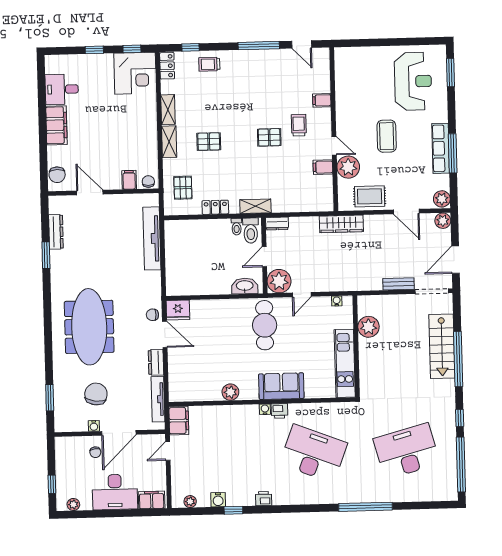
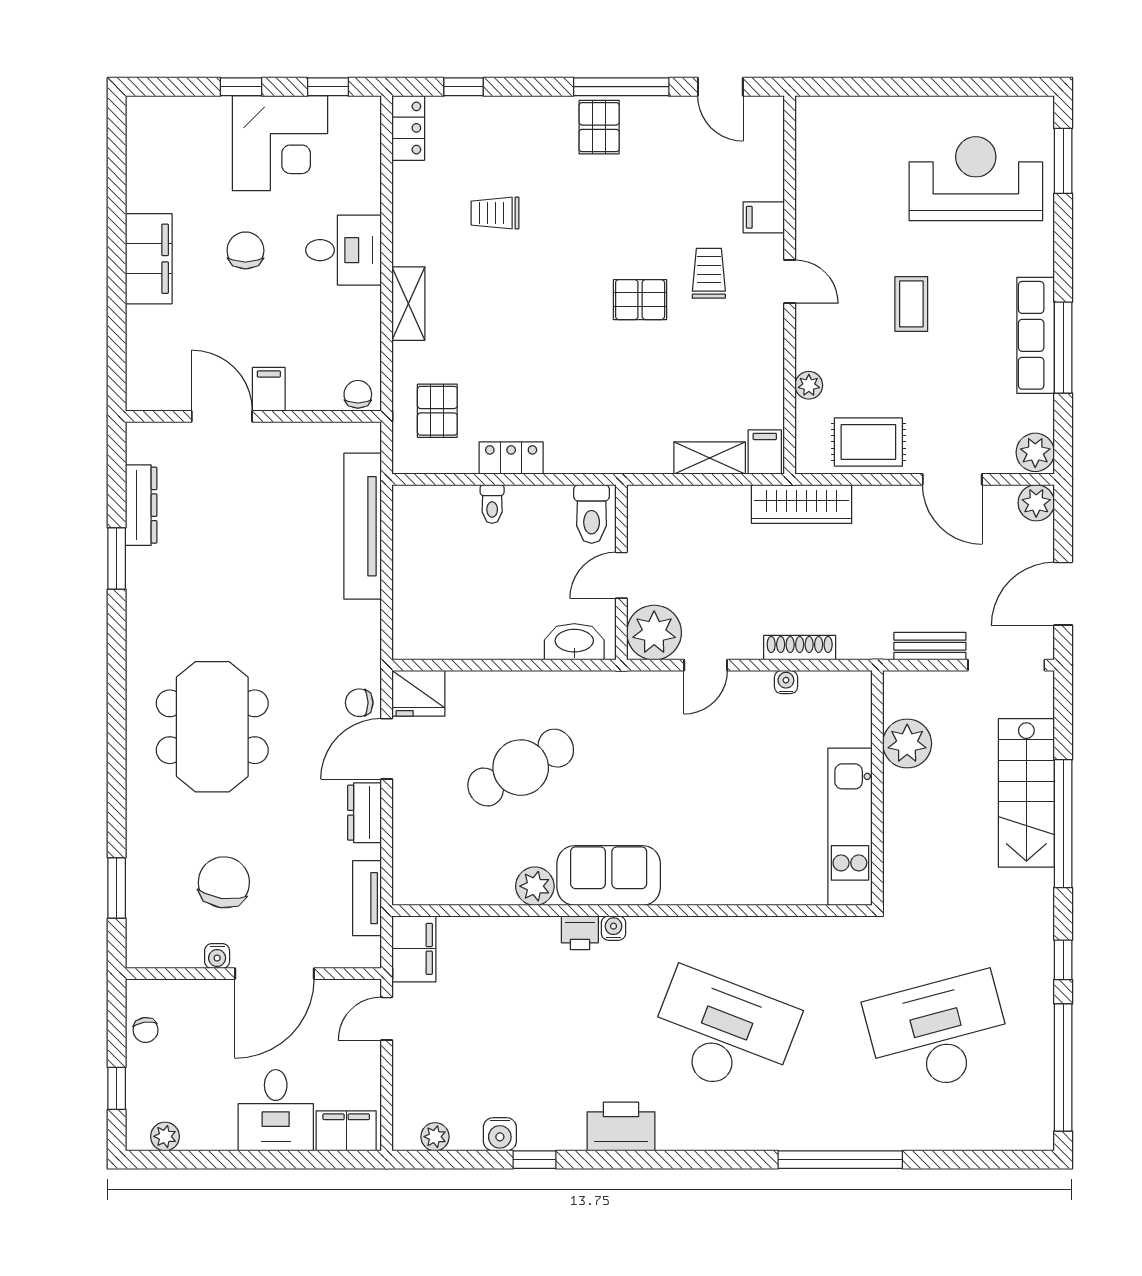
trolley: (209, 64) -> (495, 213), moved
corner desk: (135, 73) -> (280, 143), moved
reception desk: (413, 81) -> (976, 179), turned -90
desk: (62, 89) -> (343, 250), moved, turned 180
shelving: (168, 110) -> (407, 229), removed
coffee table: (387, 136) -> (911, 304), width x0.73, depth x0.77
pallet: (209, 142) -> (599, 127), moved, turned 90
door: (334, 146) -> (790, 282), moved
filing cabinet: (323, 167) -> (765, 452), moved, turned 90
plant: (348, 167) -> (809, 385), width x0.53, depth x0.53
chair: (57, 175) -> (245, 250), moved, turned 180
filing cabinet: (129, 180) -> (269, 389), moved
shelving: (255, 206) -> (710, 458), moved
dresser: (277, 224) -> (653, 499), removed
toilet: (237, 227) -> (492, 504), moved
shoe rack: (342, 286) -> (800, 648), added
cafe table: (265, 325) -> (521, 768), moved, turned 61
meeting table: (89, 327) -> (212, 727), width x0.73
plant: (368, 327) -> (907, 744), moved
door: (165, 334) -> (387, 749), swing flipped
wall: (356, 346) -> (877, 788), moved
kitchen unit: (345, 363) -> (850, 827), moved
sofa: (281, 386) -> (609, 875), moved
tv unit: (158, 399) -> (367, 898), width x0.71
printer: (279, 411) -> (580, 933), moved
chair: (95, 452) -> (146, 1030), moved
desk: (115, 492) -> (276, 1110), width x0.73
printer: (264, 499) -> (621, 1126), width x1.87, depth x1.48

